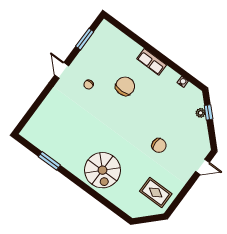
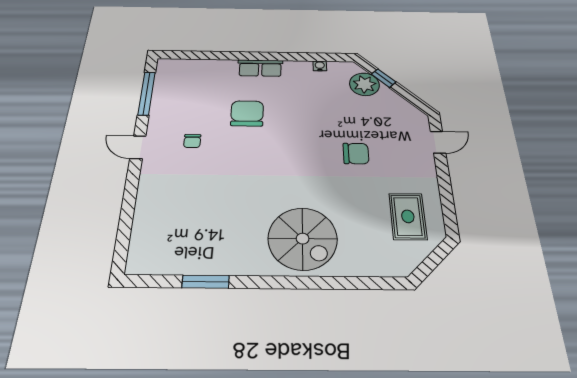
window: (85, 39) -> (147, 93), width x1.44
plant: (201, 113) -> (364, 84), width x1.88, depth x1.88
rug: (156, 193) -> (408, 216), turned 90

